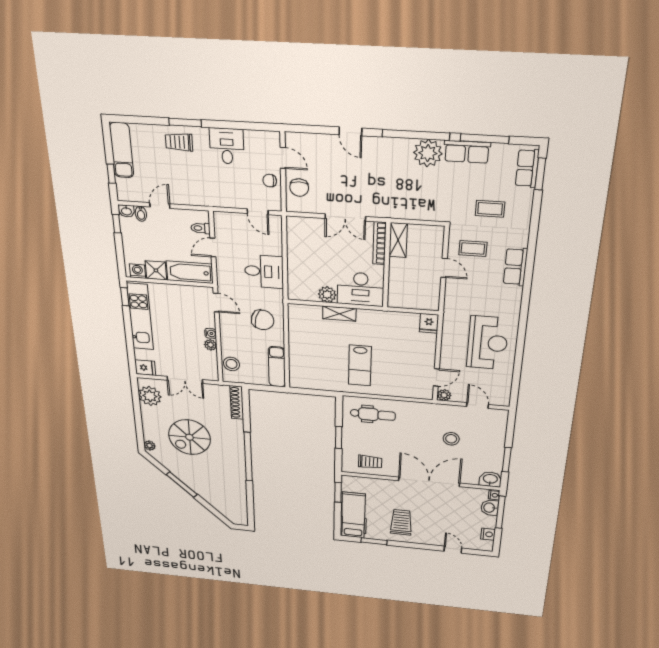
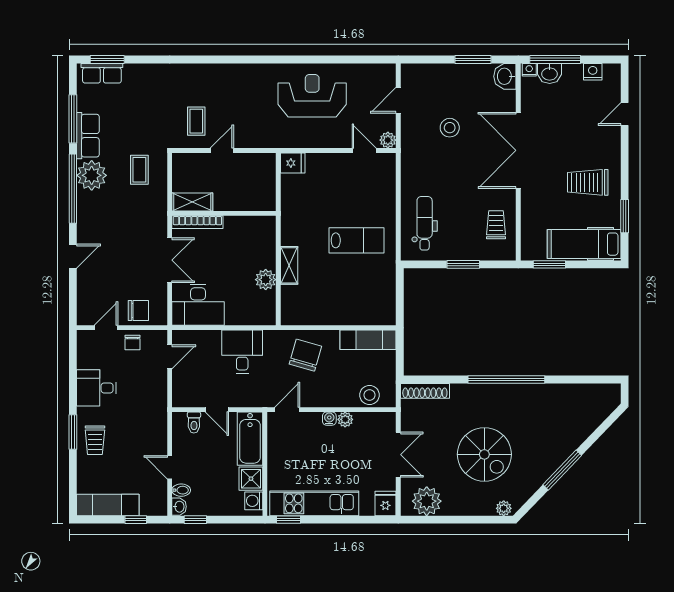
coffee table: (490, 209) -> (139, 170), moved
row of seats: (515, 267) -> (215, 74), removed
desk: (361, 289) -> (198, 305), moved, turned 90

